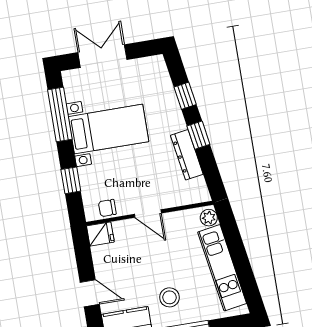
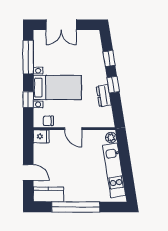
double door: (102, 56) -> (61, 25), swing flipped
bed with nightstands: (109, 129) -> (57, 88), moved
dresser: (187, 155) -> (104, 96), width x0.70
stool: (169, 297) -> (78, 184), removed

